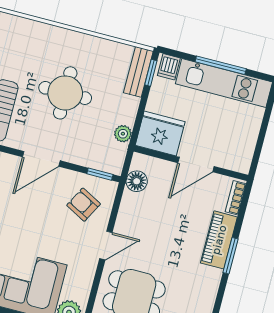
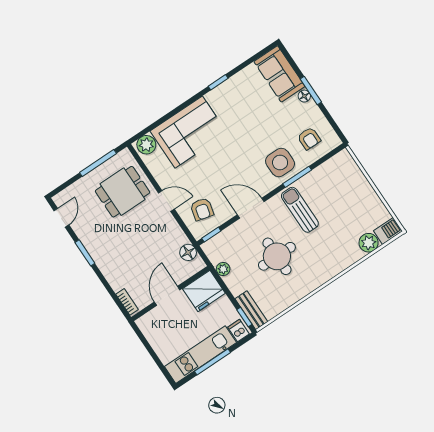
door: (41, 159) -> (251, 208), hinge flipped
armchair: (84, 205) -> (202, 209), turned 76
piano: (219, 240) -> (111, 270), removed
door: (106, 246) -> (166, 201), swing flipped
window: (231, 256) -> (85, 253), moved

